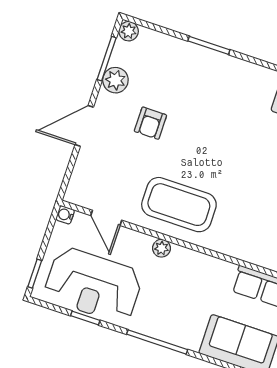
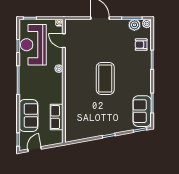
plant: (115, 80) -> (134, 25), moved
armchair: (150, 123) -> (141, 45), moved
coffee table: (179, 205) -> (105, 78), moved
door: (106, 218) -> (64, 41), hinge flipped

